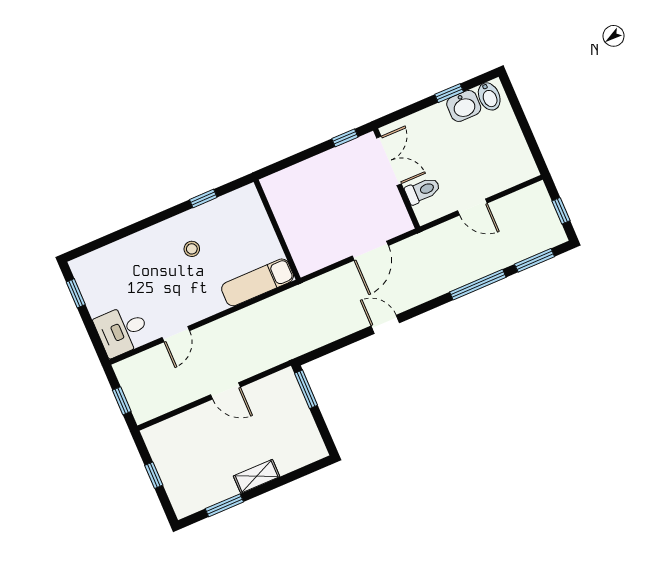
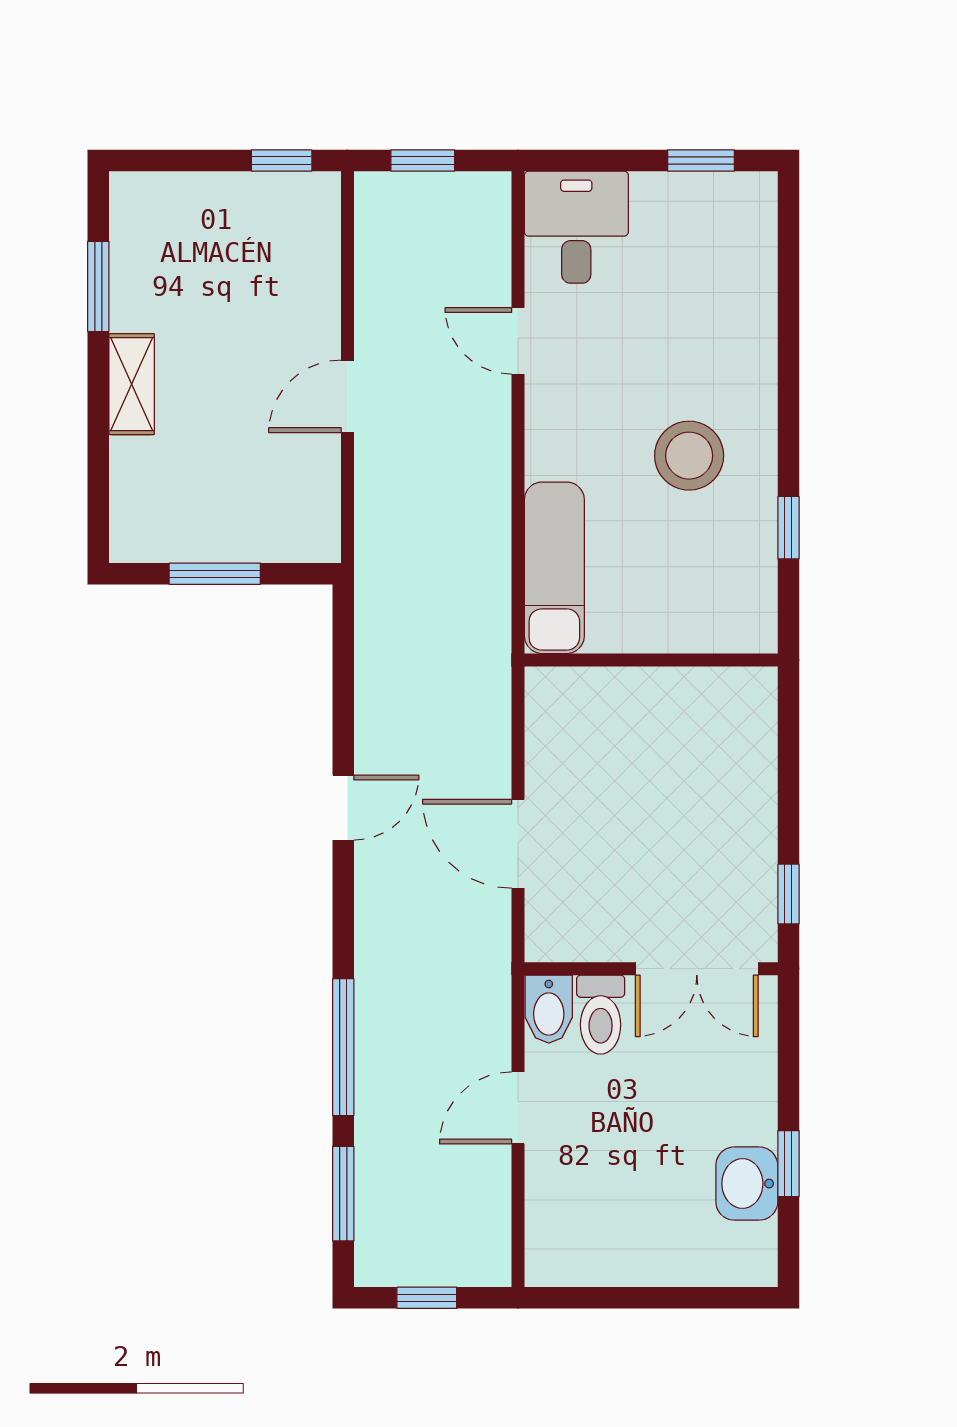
bidet: (489, 96) -> (549, 1009), moved, turned -90
stool: (192, 249) -> (689, 456), width x1.89, depth x1.89
window: (306, 389) -> (215, 574), moved
window: (154, 475) -> (282, 160), moved

